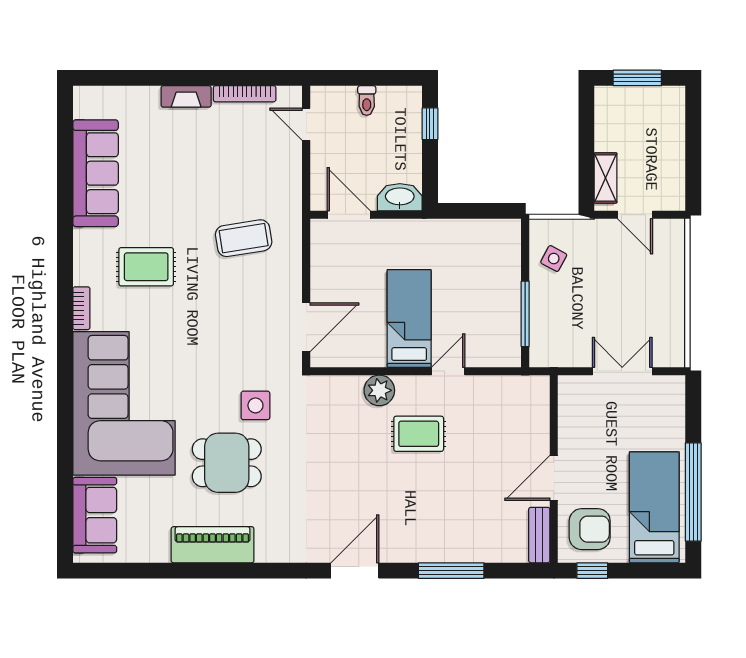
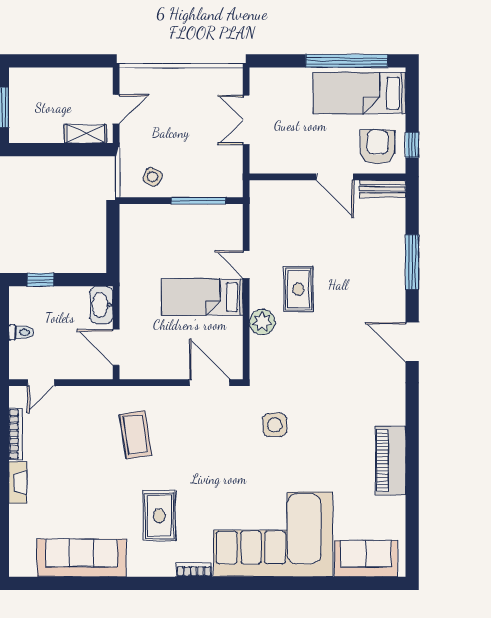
door: (349, 215) -> (116, 347), hinge flipped
dining table: (227, 463) -> (322, 449), removed

